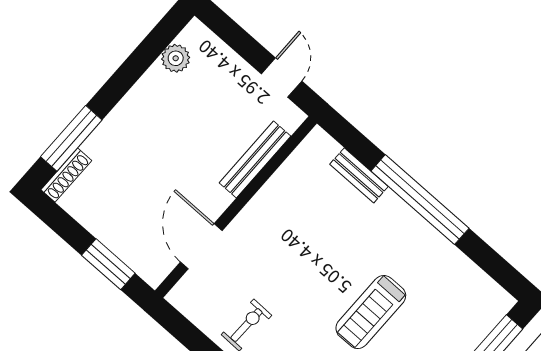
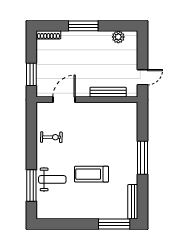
window: (71, 138) -> (83, 26), moved
bench: (359, 175) -> (133, 202), moved, width x1.36
window: (420, 200) -> (143, 158), width x0.68

